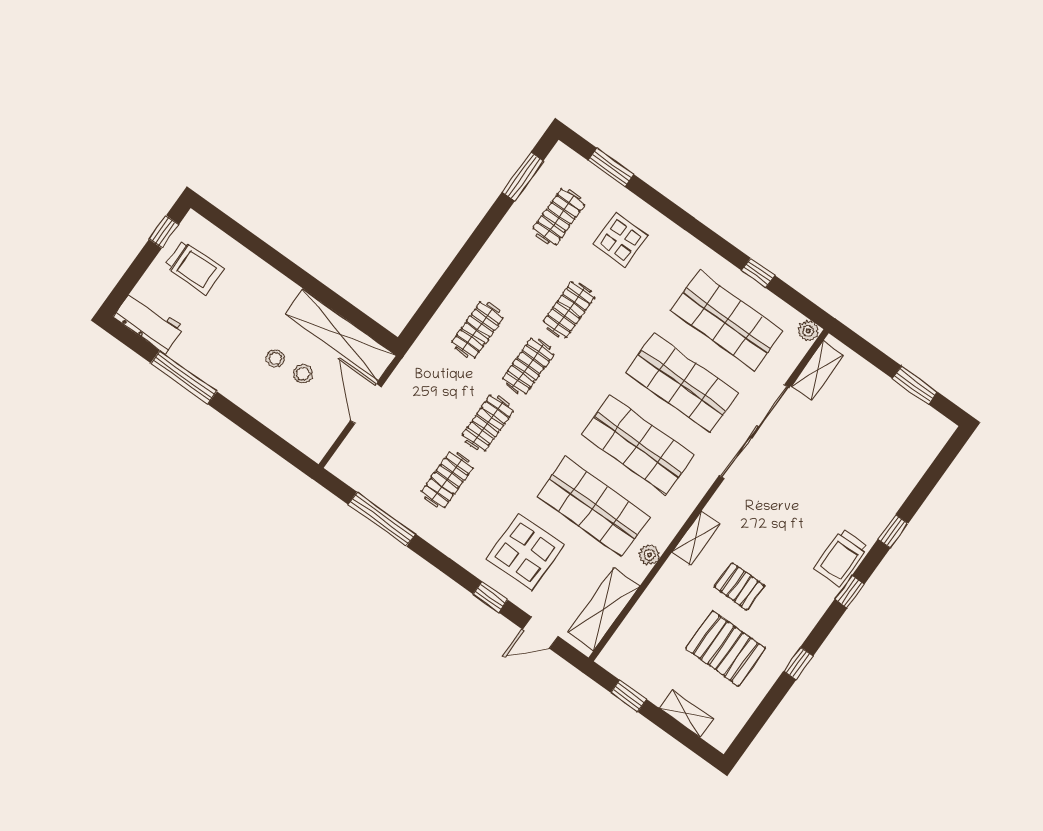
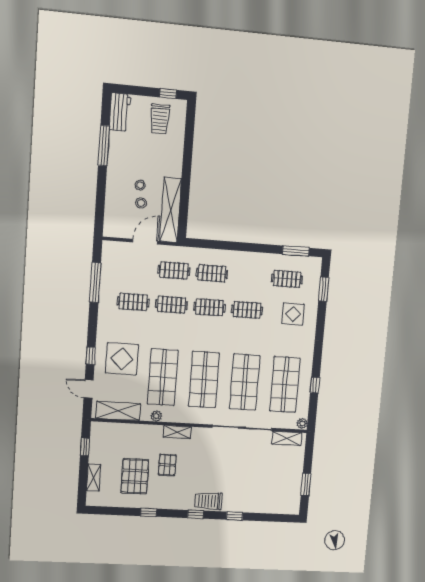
clothes rail: (437, 387) -> (174, 270), added

